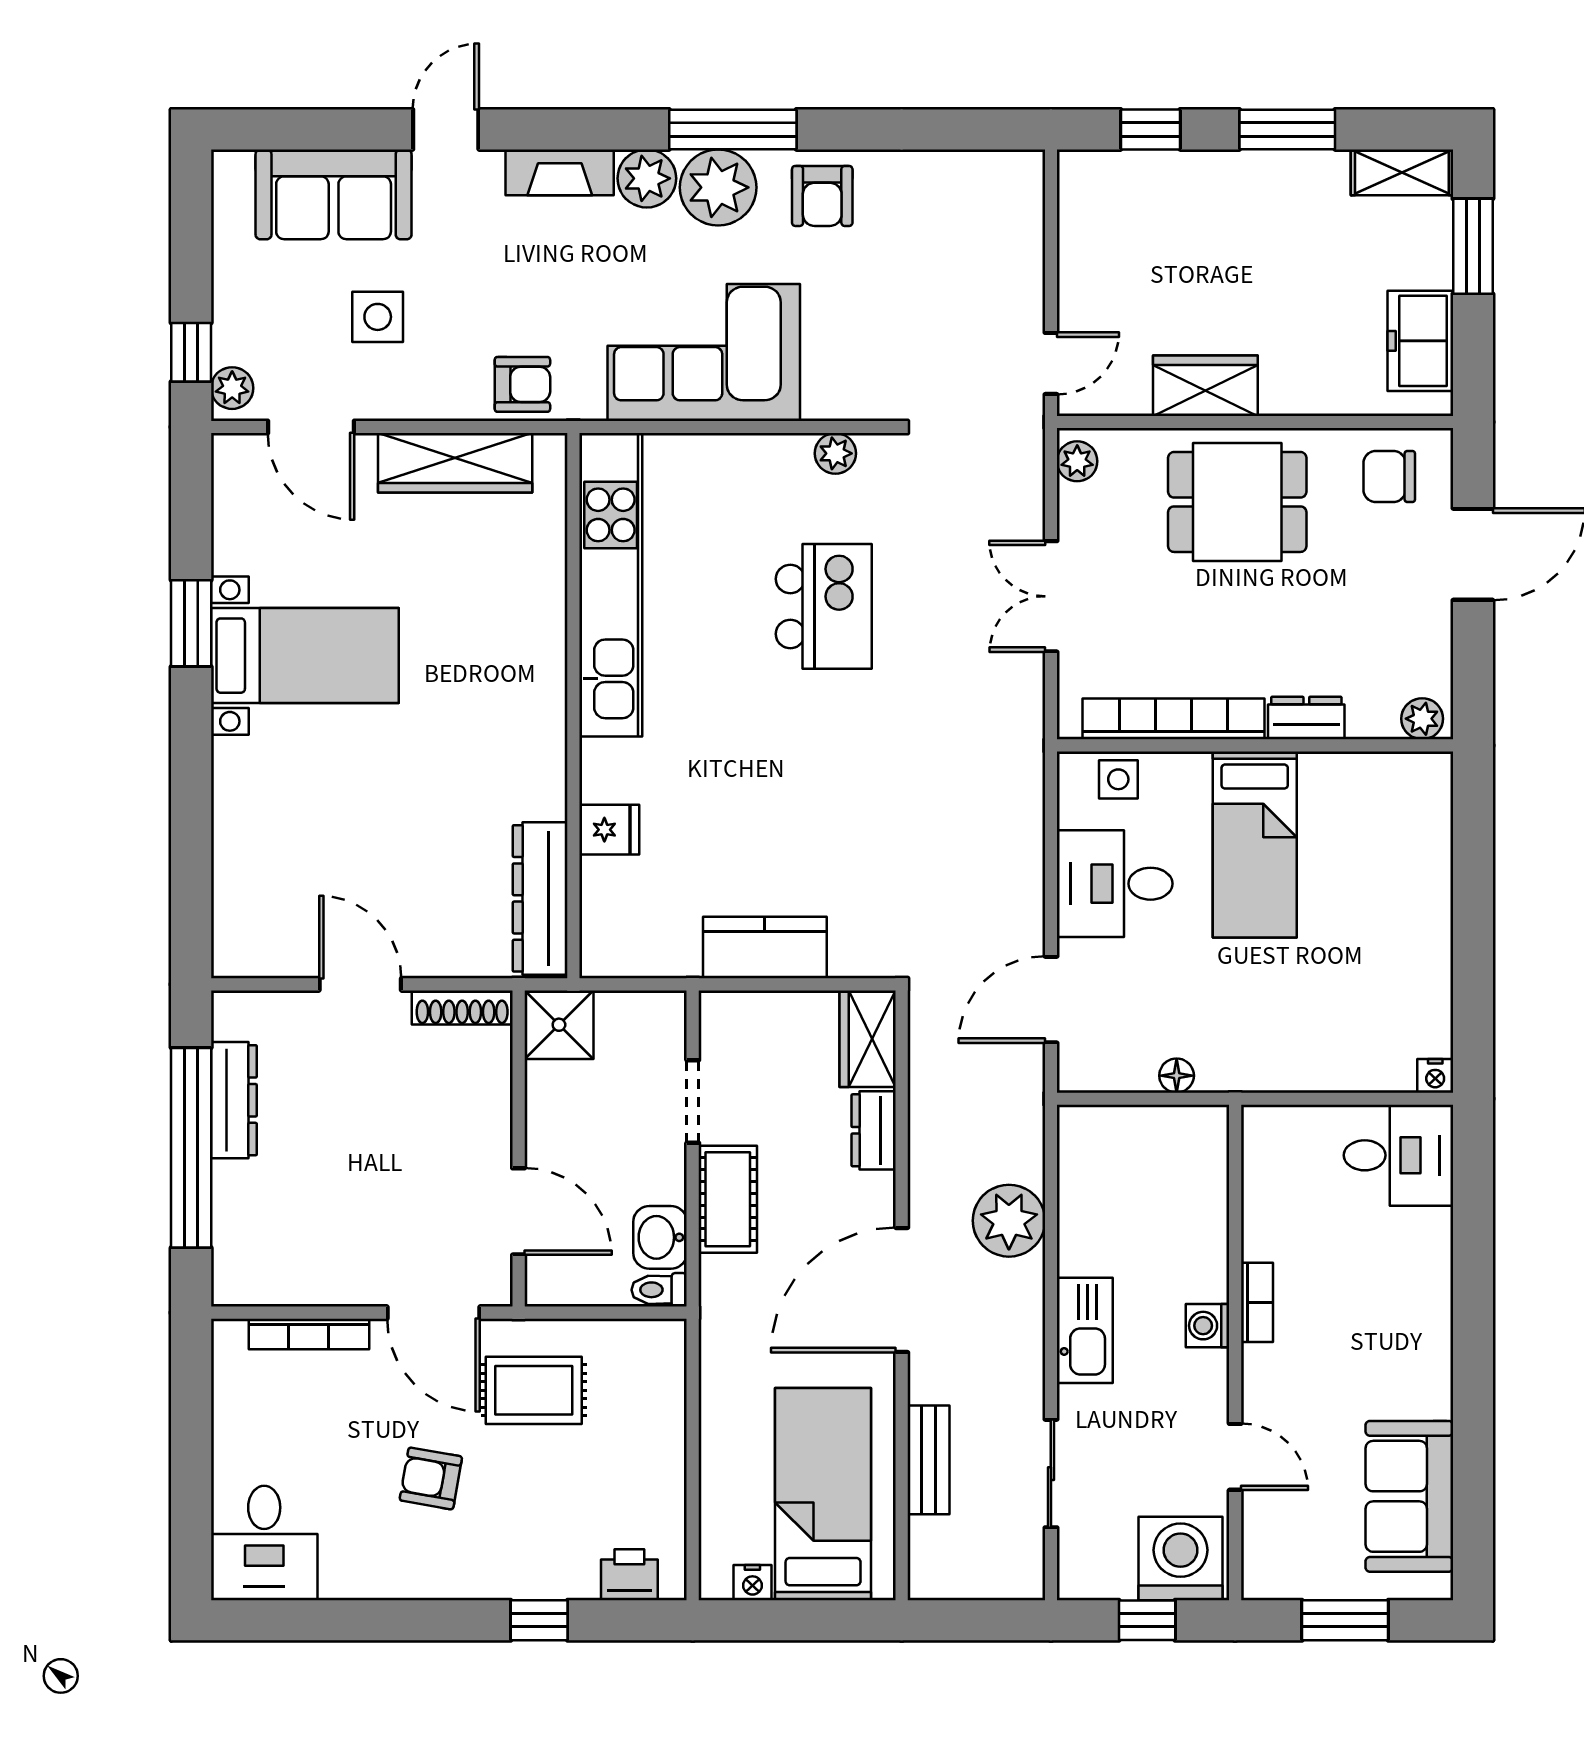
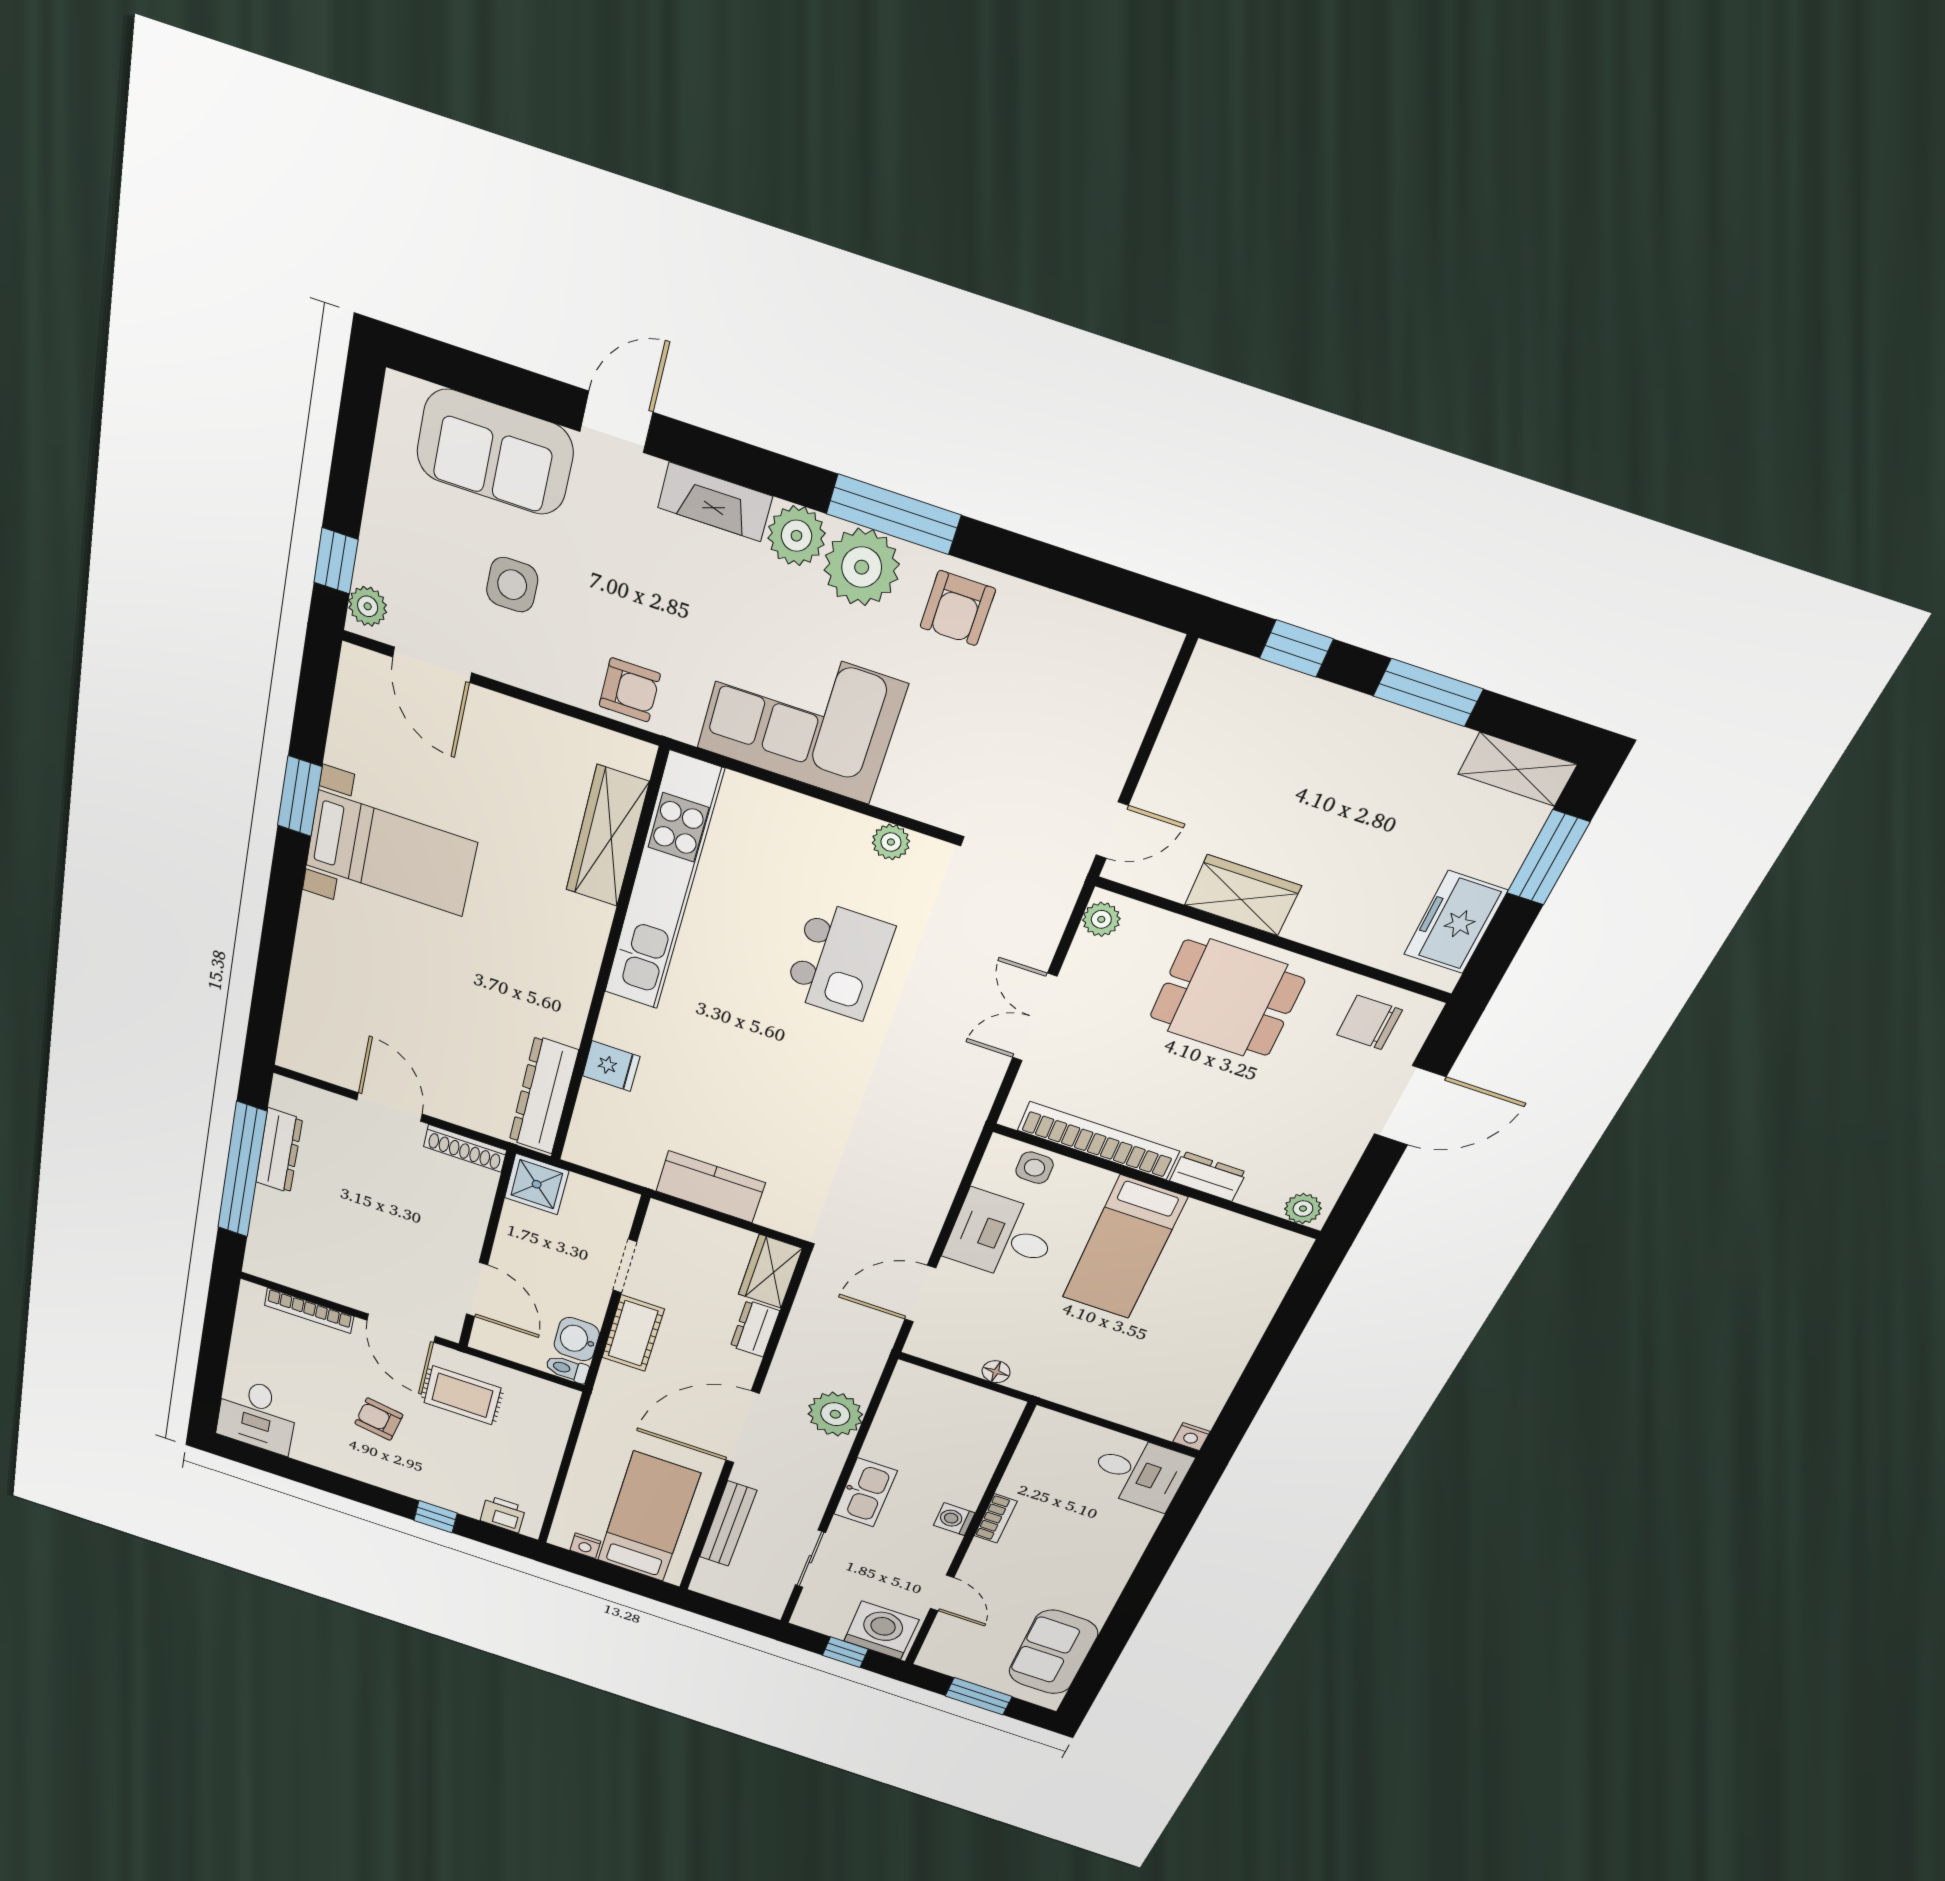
wardrobe: (455, 463) -> (607, 836), moved, turned 90
bench: (928, 1460) -> (728, 1524), width x1.36

